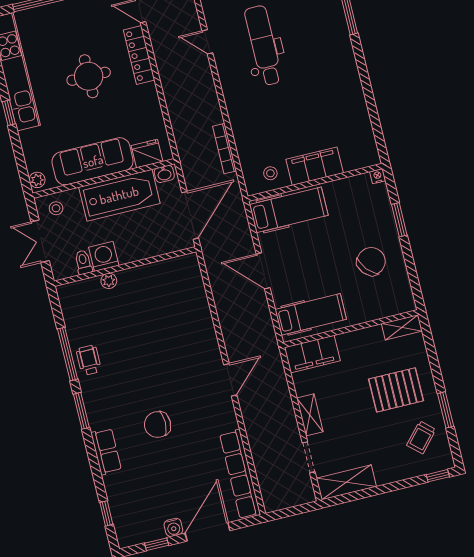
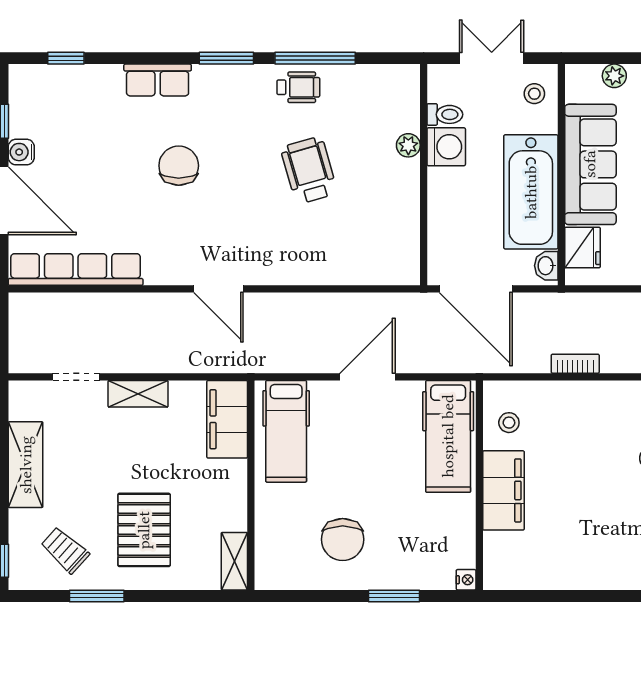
bookcase: (225, 149) -> (575, 364), width x0.64
plant: (37, 180) -> (614, 76), moved
chair: (371, 261) -> (343, 539), turned 40
wheelchair: (140, 340) -> (309, 170), added
shelving: (346, 482) -> (26, 465), moved

